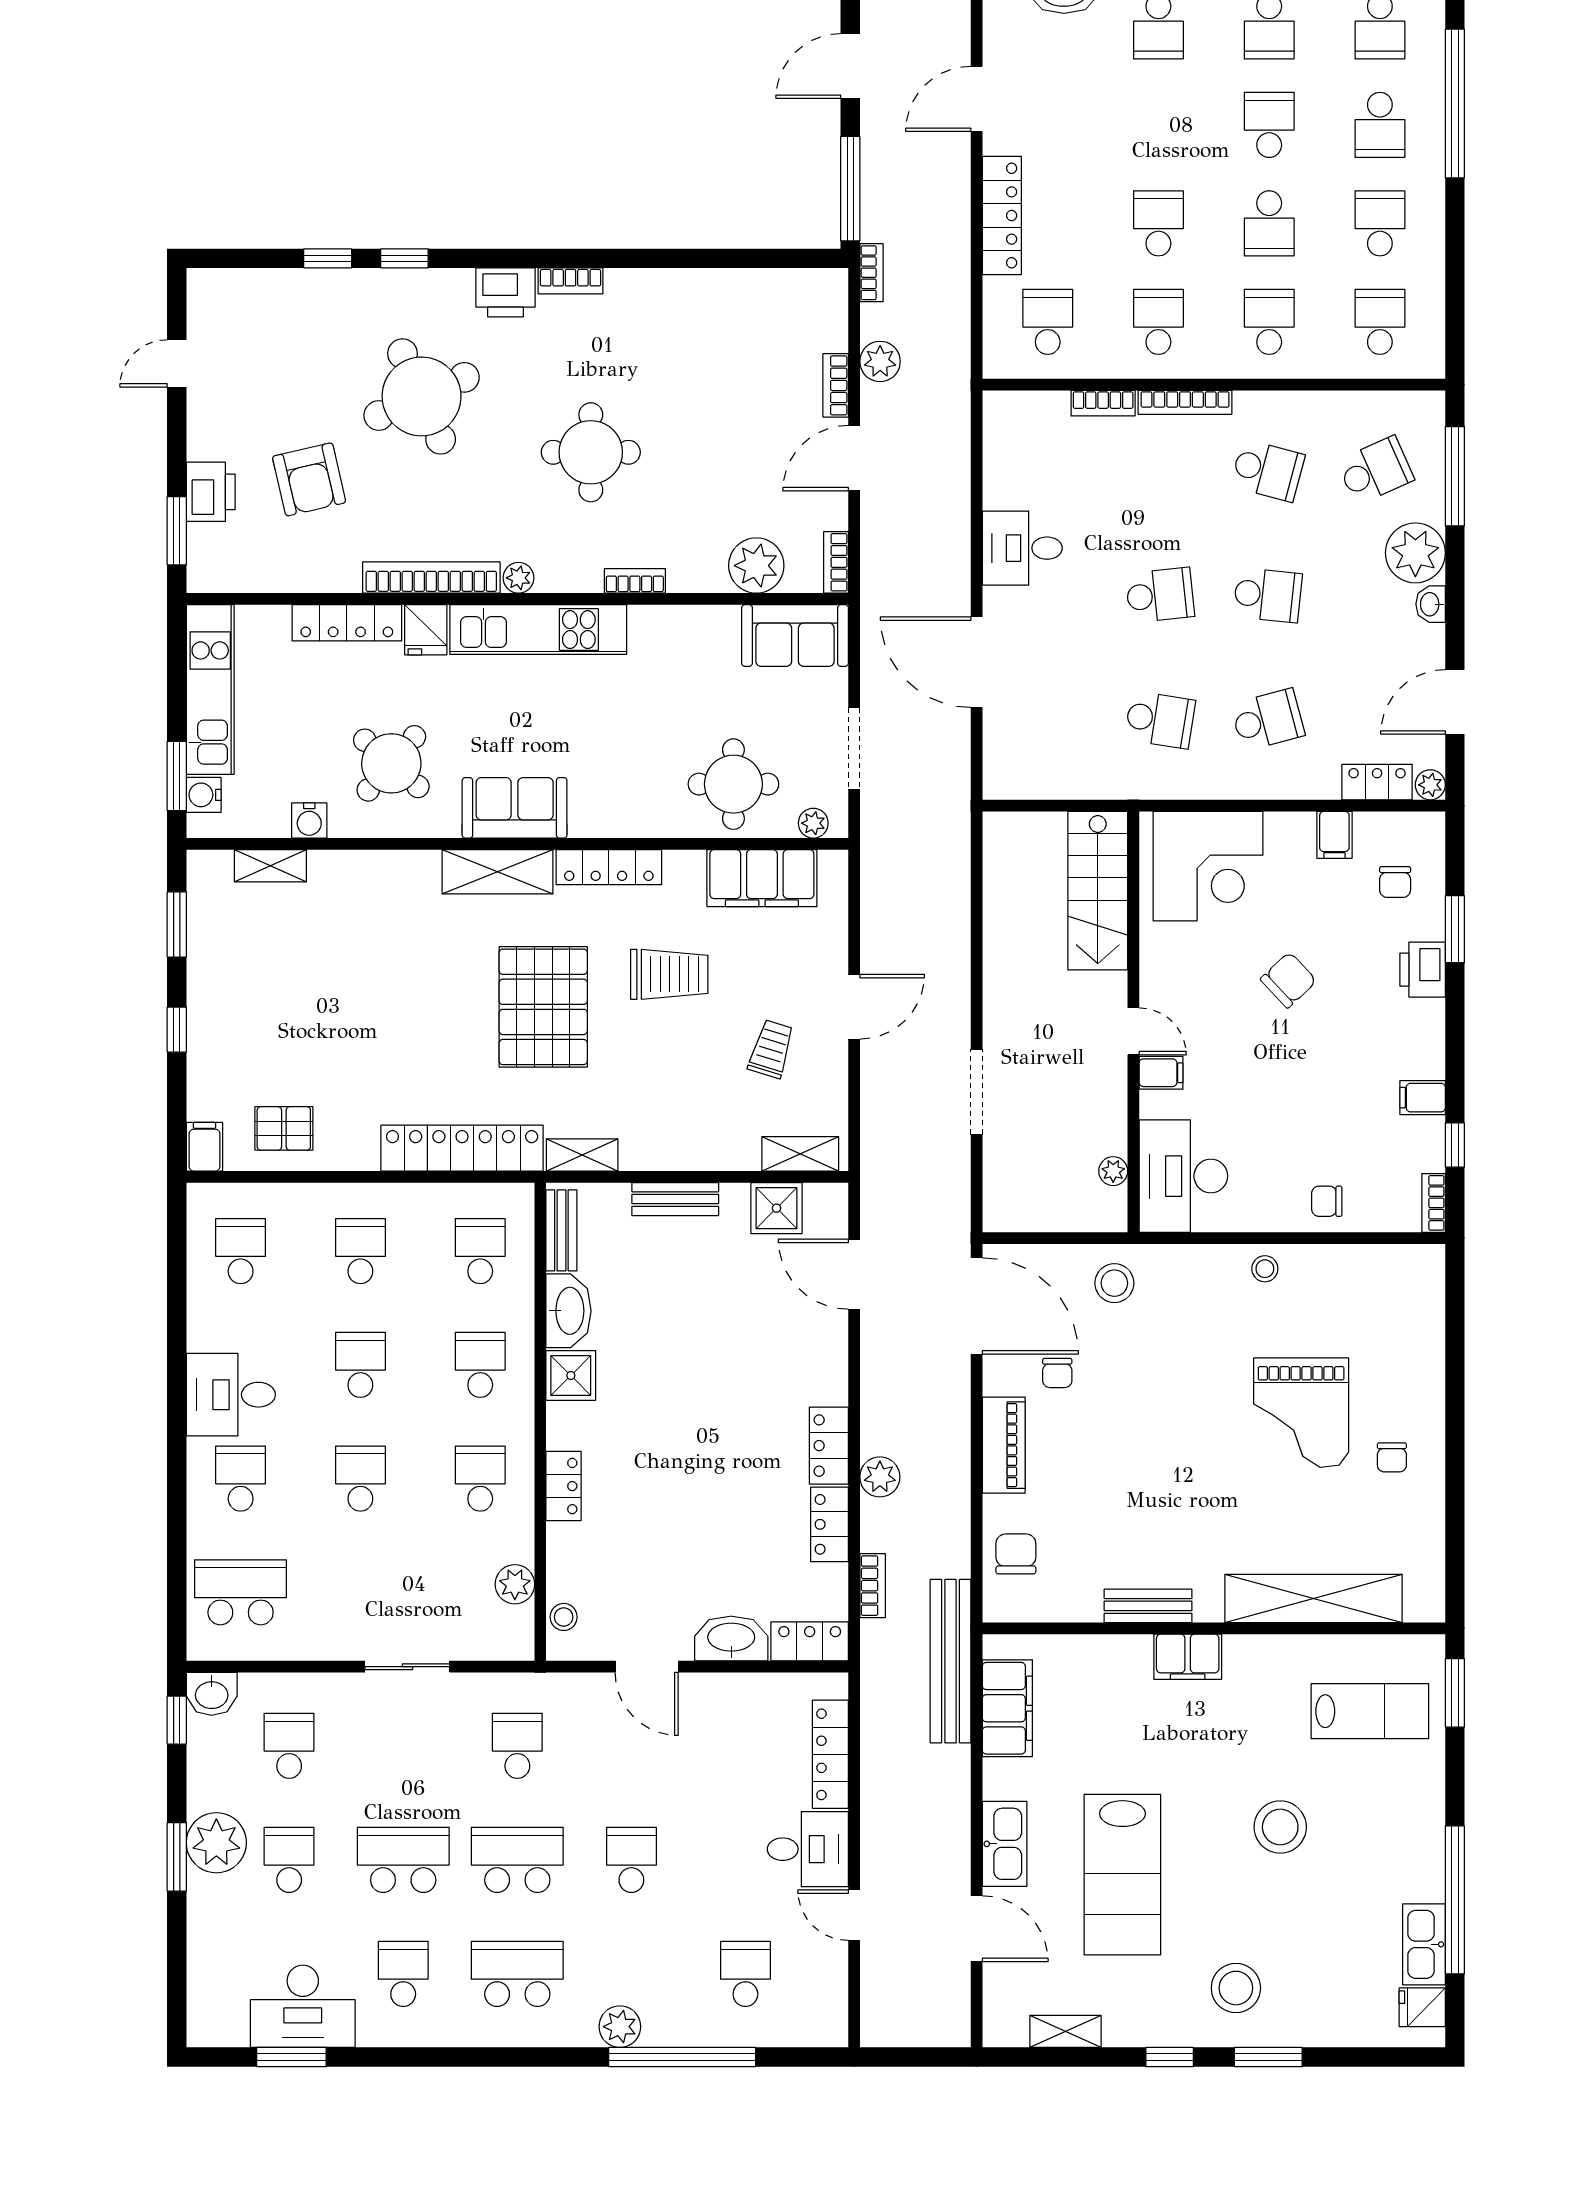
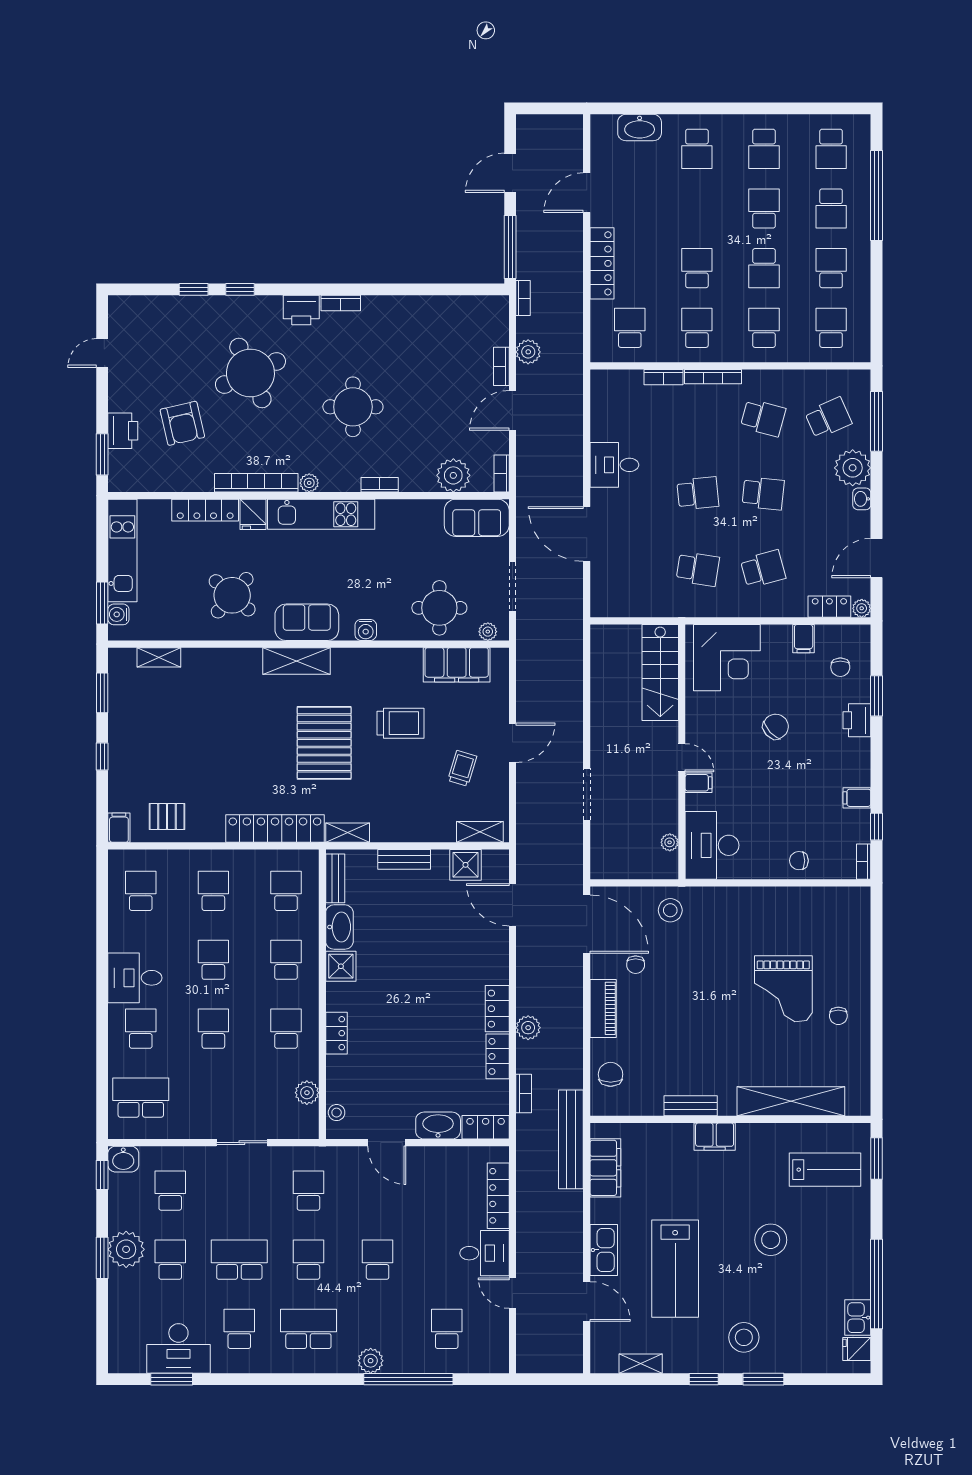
water cooler: (309, 820) -> (366, 630), moved
locker: (609, 867) -> (364, 658), removed
stool: (1265, 1269) -> (761, 902), removed
school desk: (517, 1860) -> (308, 1260), width x0.54
kitchen sink: (1424, 1944) -> (858, 1318), width x0.73

